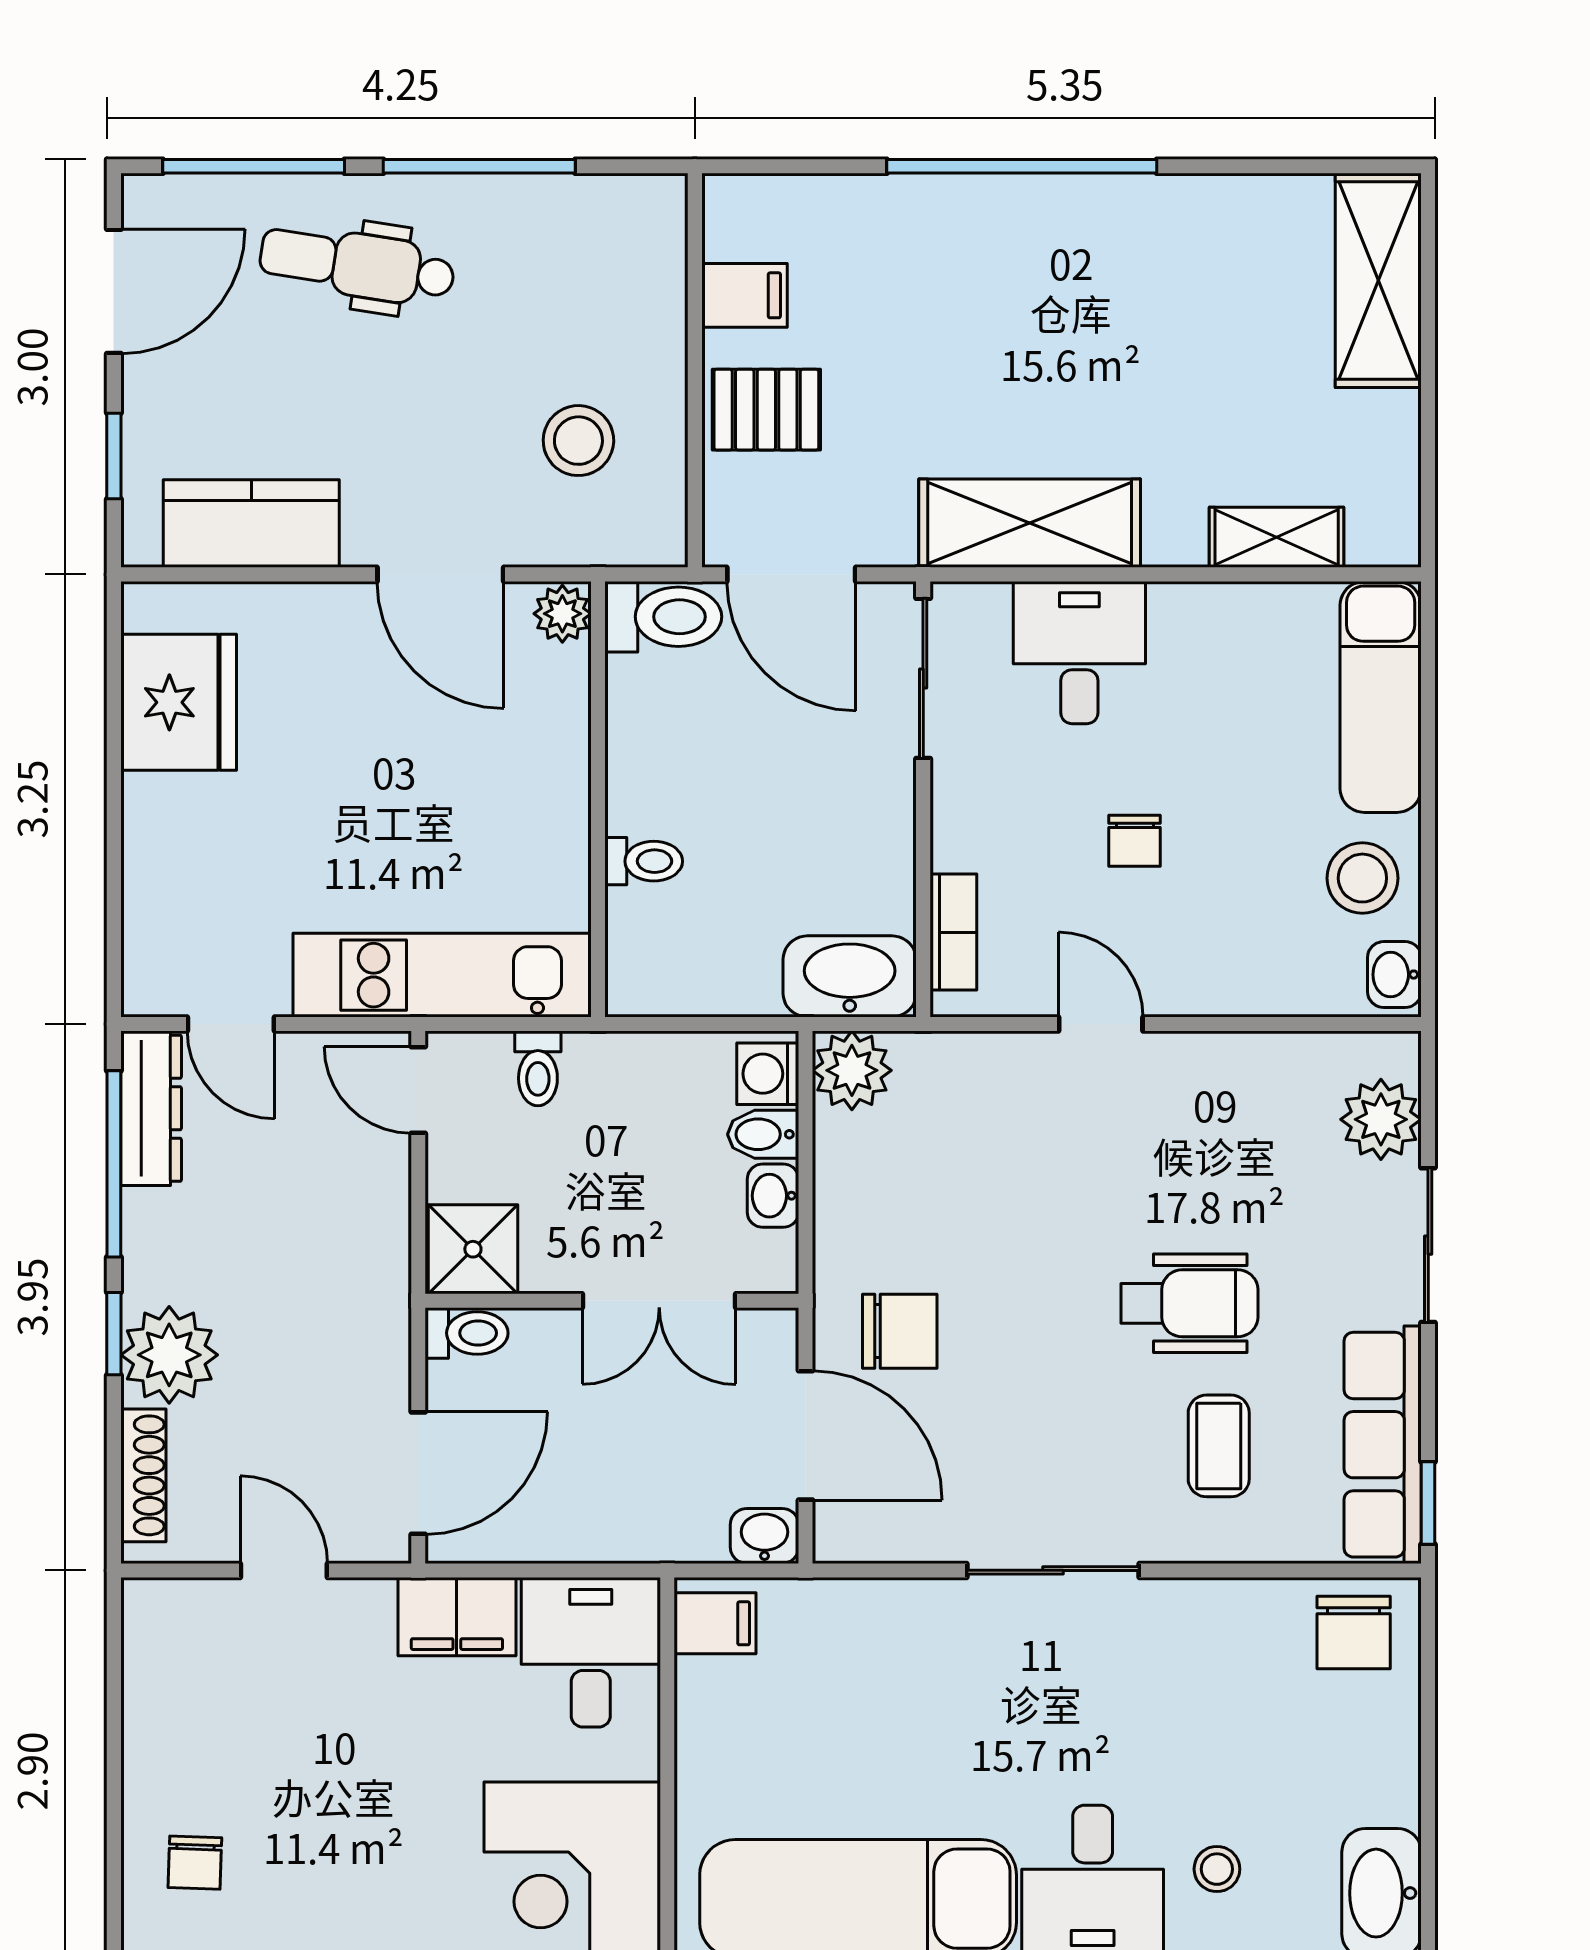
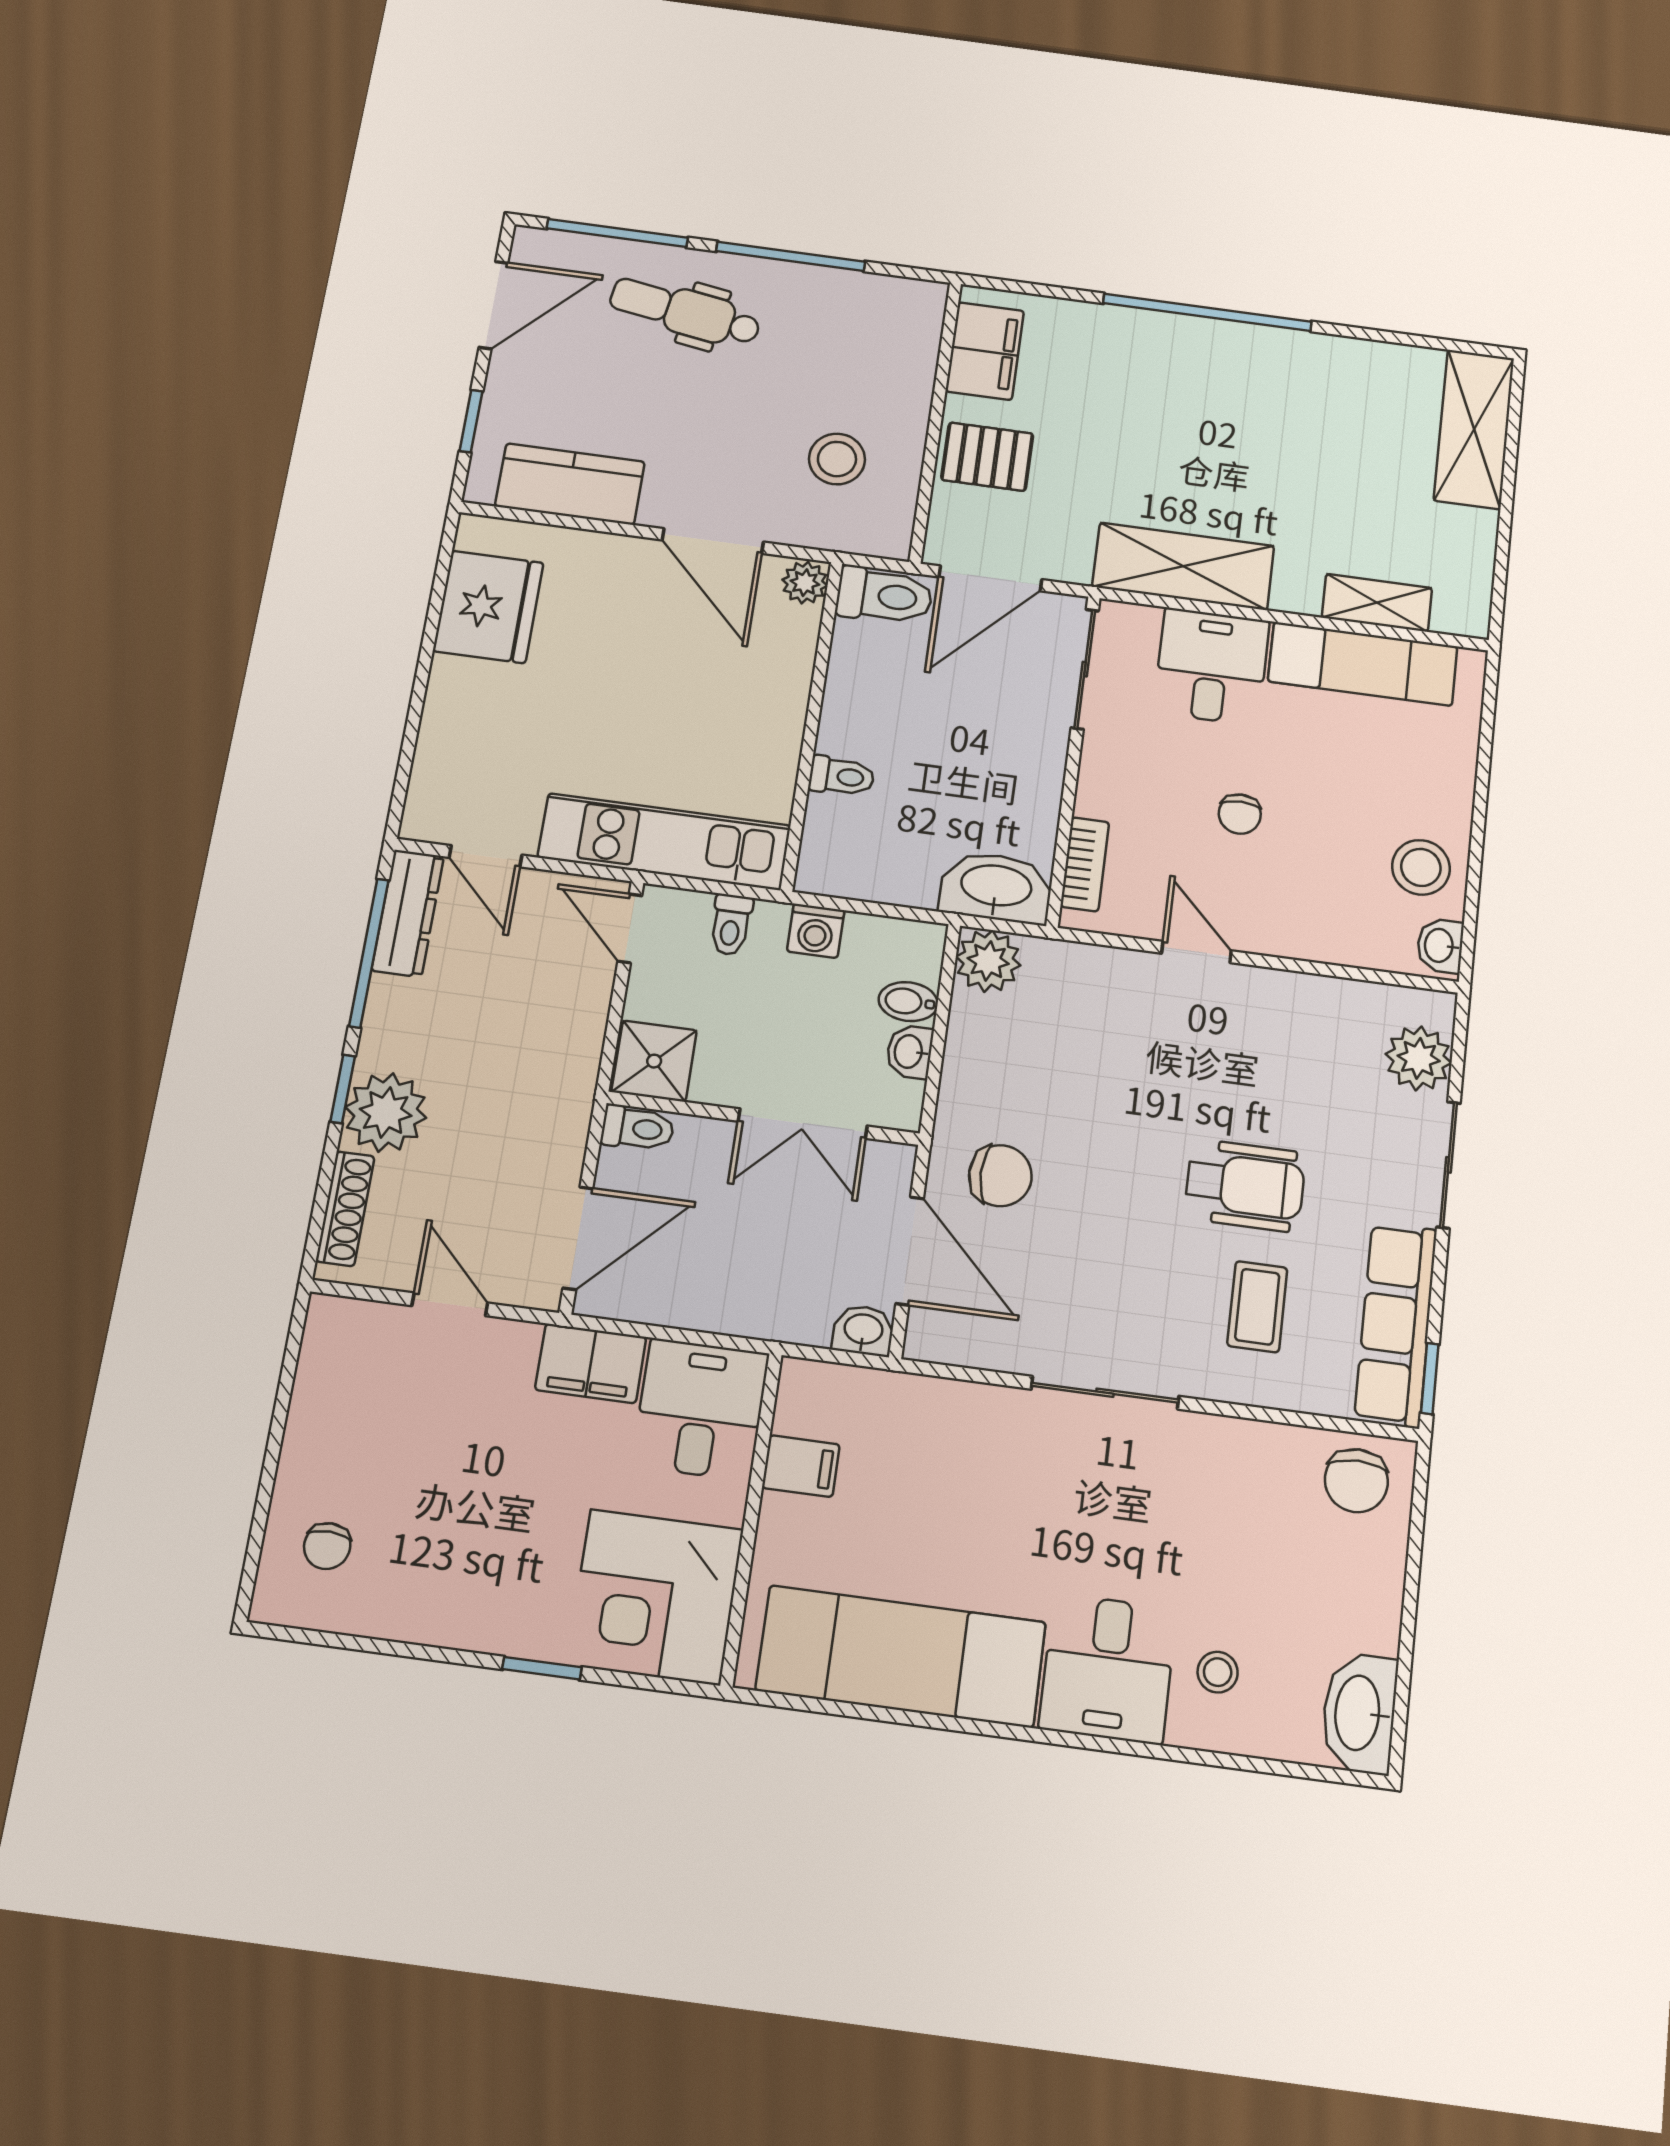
filing cabinet: (744, 295) -> (985, 351), width x2.00
door: (791, 574) -> (990, 578), hinge flipped
exam couch: (1381, 697) -> (1363, 664), moved, turned -90
washing machine: (768, 1074) -> (816, 931), moved, turned -90
filing cabinet: (715, 1623) -> (801, 1466), moved

